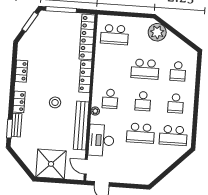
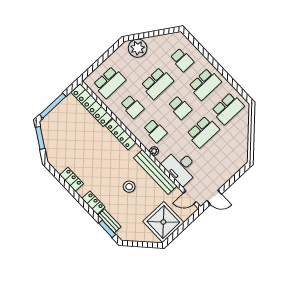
school desk: (112, 67) -> (132, 107), added
stool: (55, 102) -> (129, 187), moved
school desk: (176, 103) -> (205, 84), width x1.85

